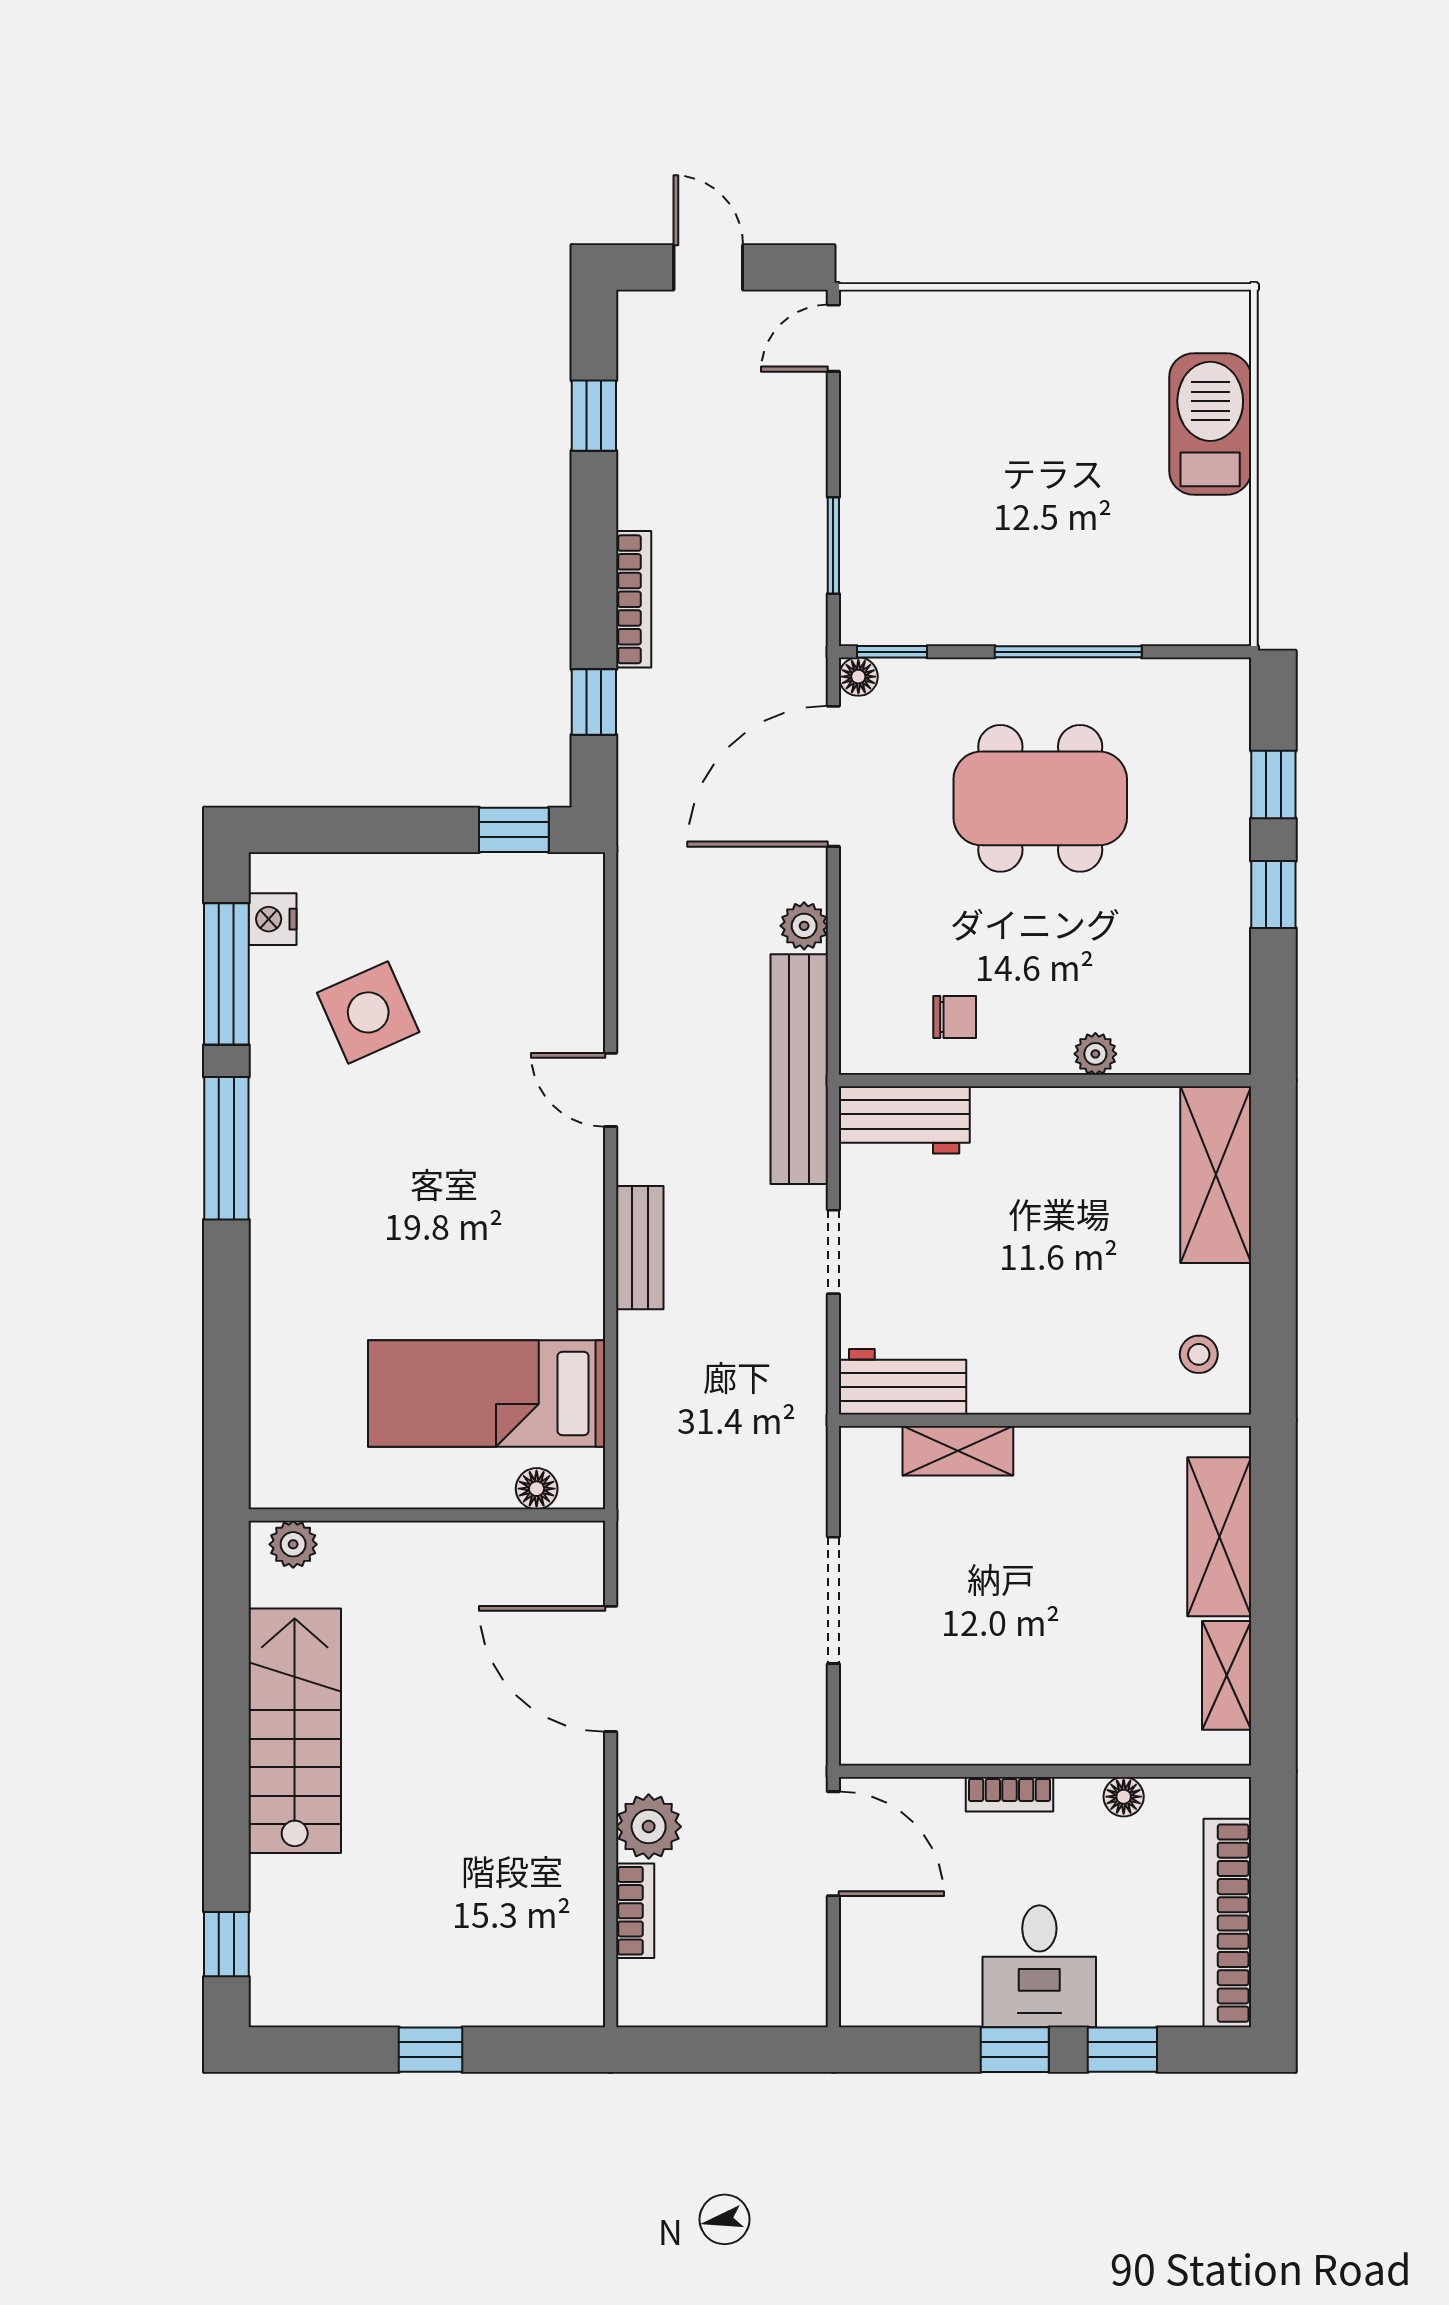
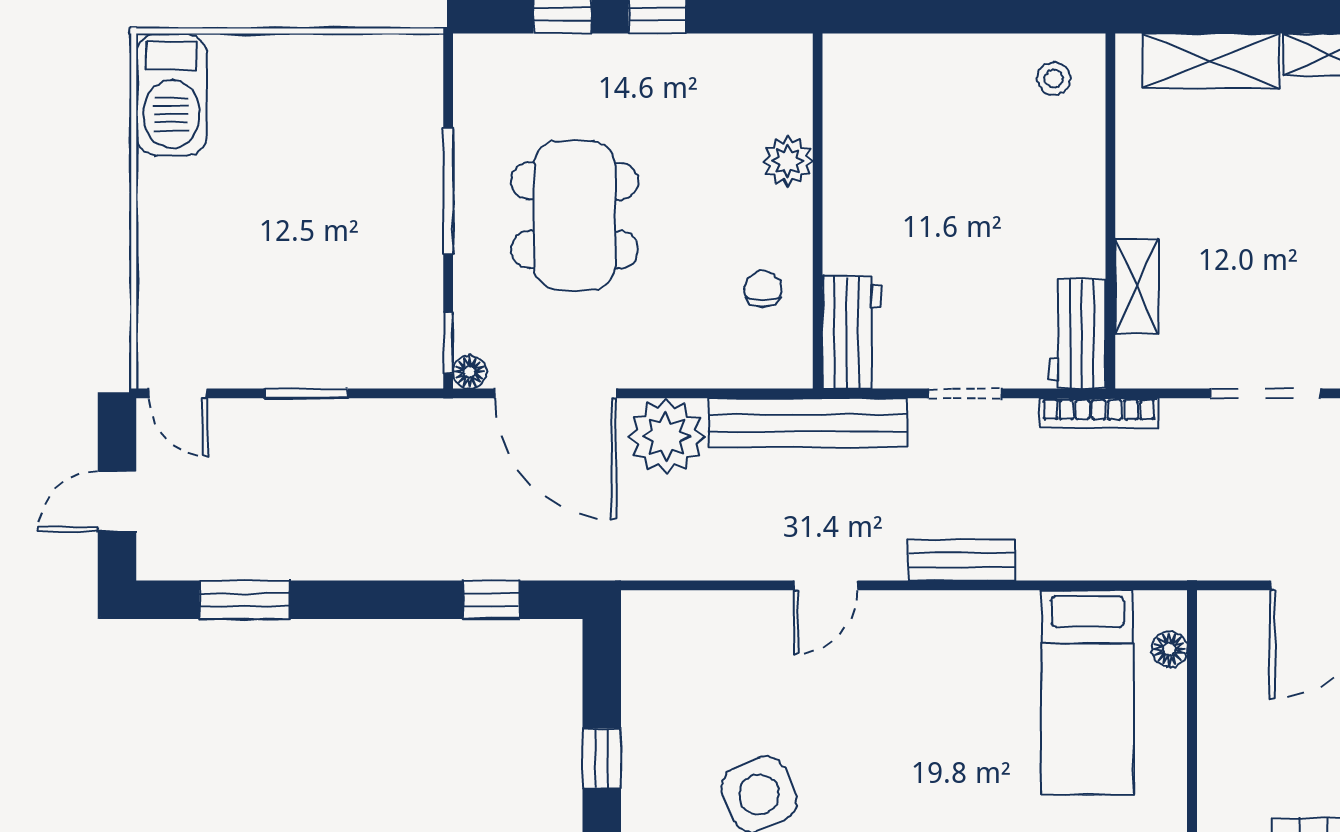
window: (594, 416) -> (245, 600), width x1.50
barbecue: (1210, 424) -> (171, 95), moved, turned -90
window: (833, 546) -> (306, 393), moved
bookcase: (634, 599) -> (1099, 413), moved, turned 180
window: (514, 830) -> (602, 759), moved
plant: (804, 926) -> (666, 437), width x1.88, depth x1.88
plant: (1095, 1054) -> (788, 161), width x1.38, depth x1.38
shelving: (1216, 1175) -> (899, 64), removed

